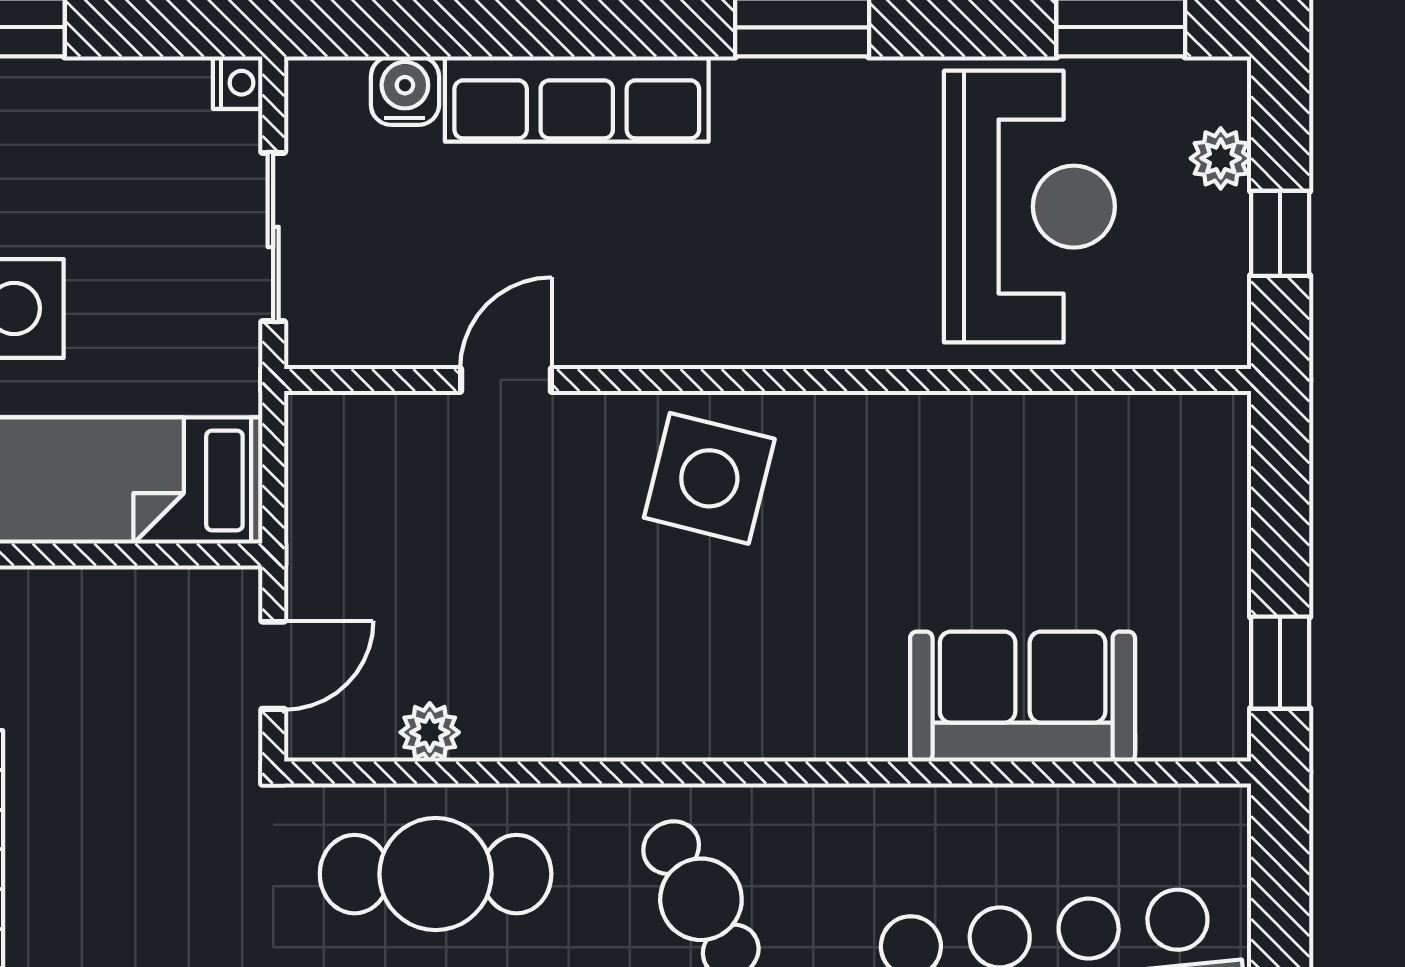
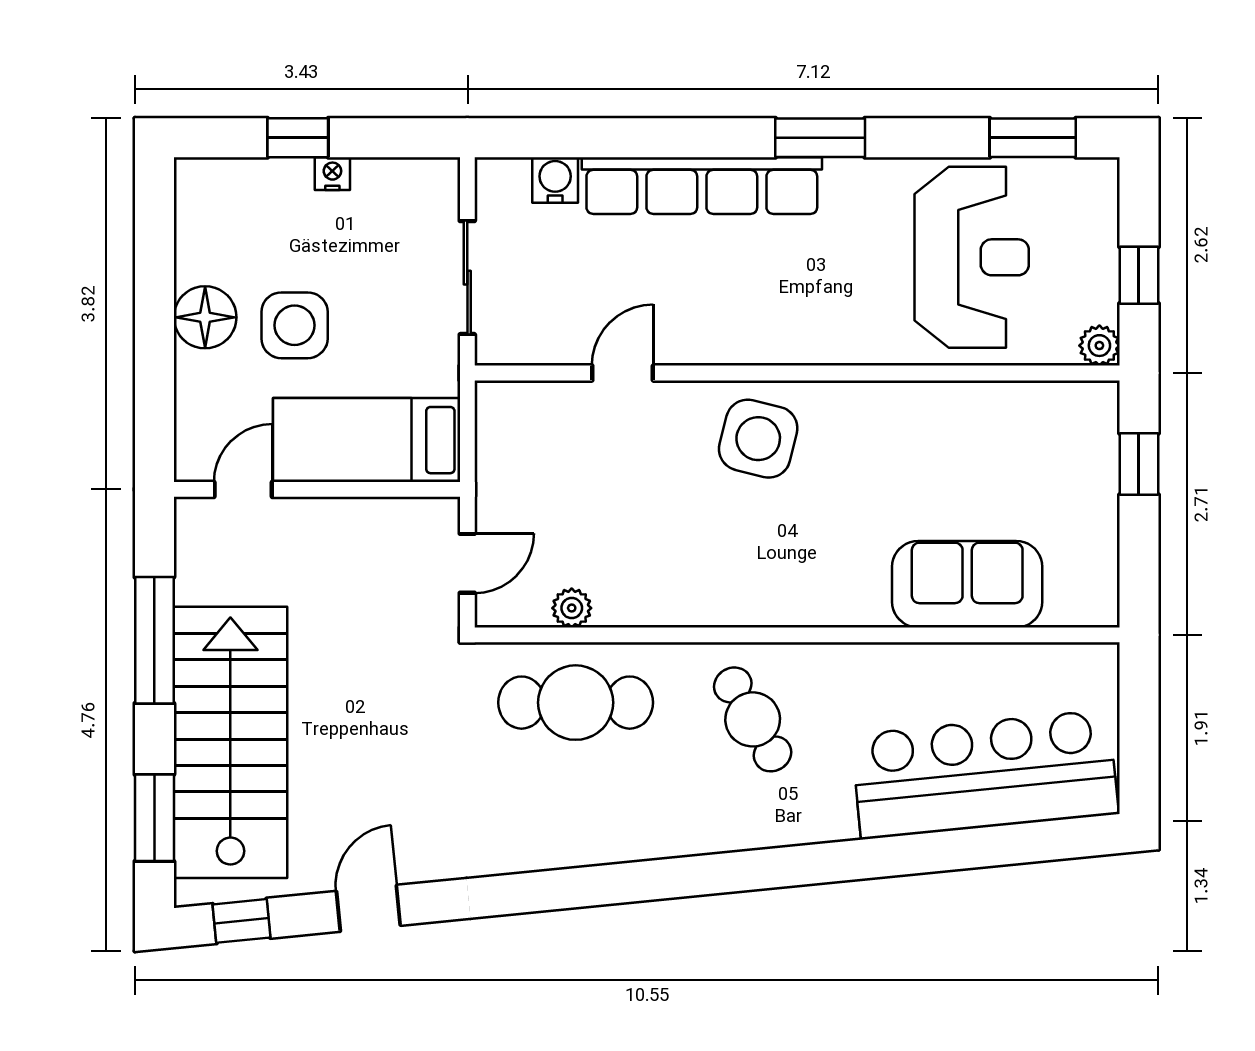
nightstand: (238, 83) -> (332, 174), moved, turned -90
row of seats: (577, 99) -> (702, 186), width x1.36
plant: (1221, 158) -> (1099, 346), moved
window: (1280, 663) -> (1139, 464), moved

